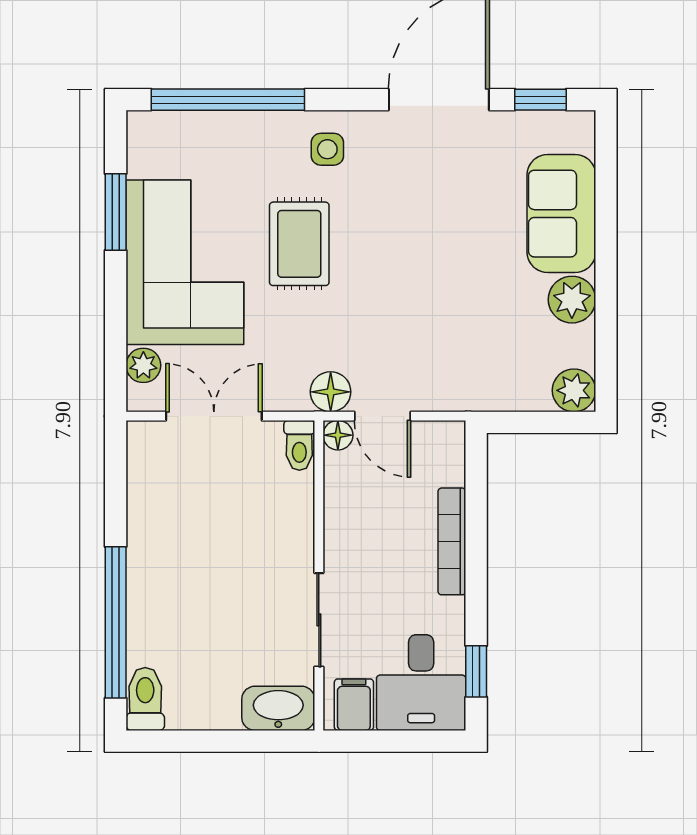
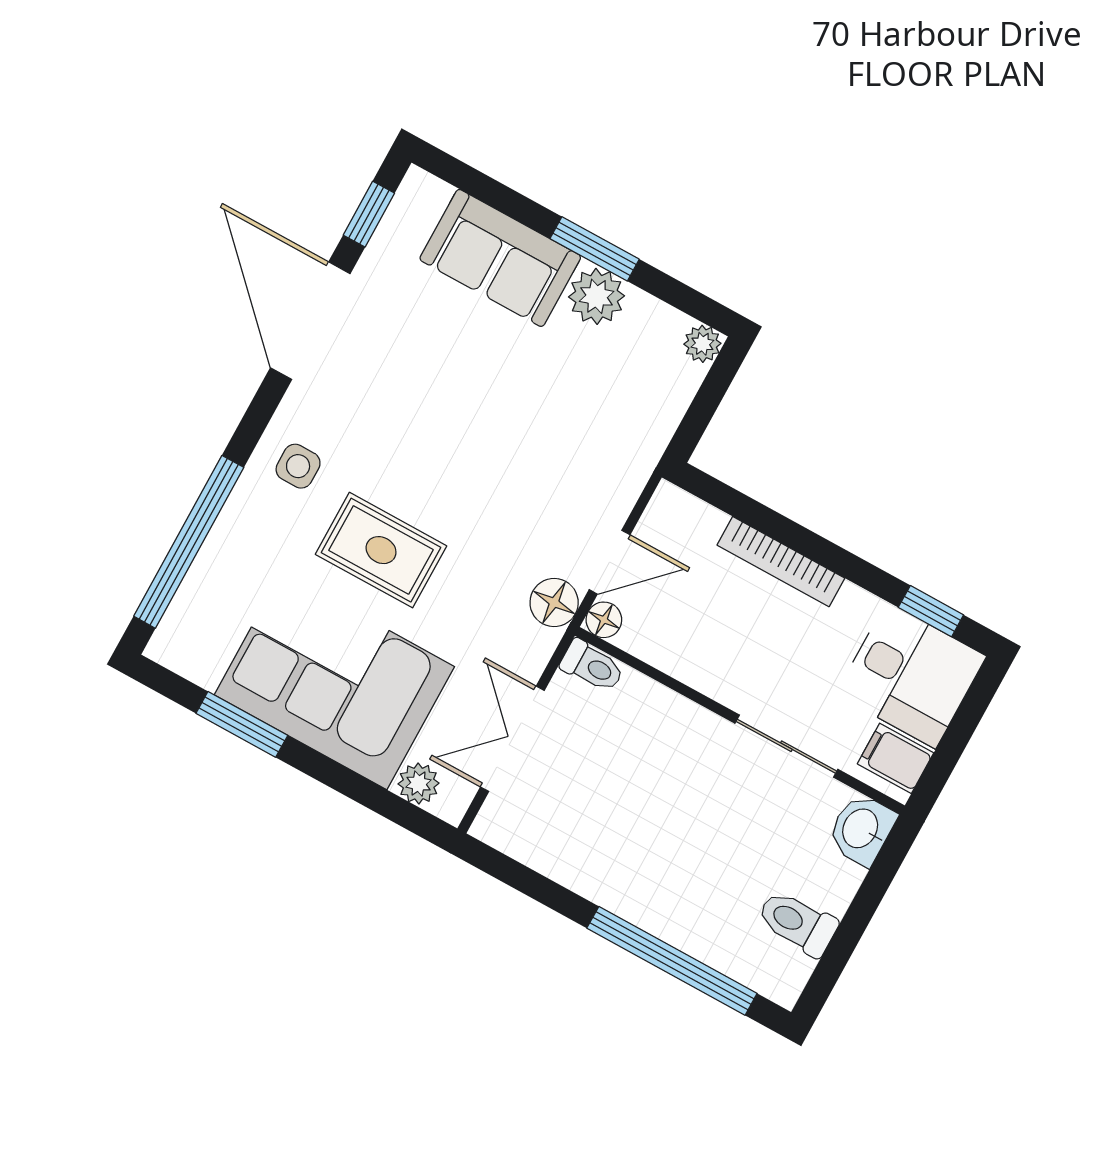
window: (606, 279) -> (595, 249), added
plant: (574, 390) -> (702, 344), width x0.73, depth x0.73
toilet: (145, 699) -> (797, 923), moved
washbasin: (278, 708) -> (862, 829), width x0.72

